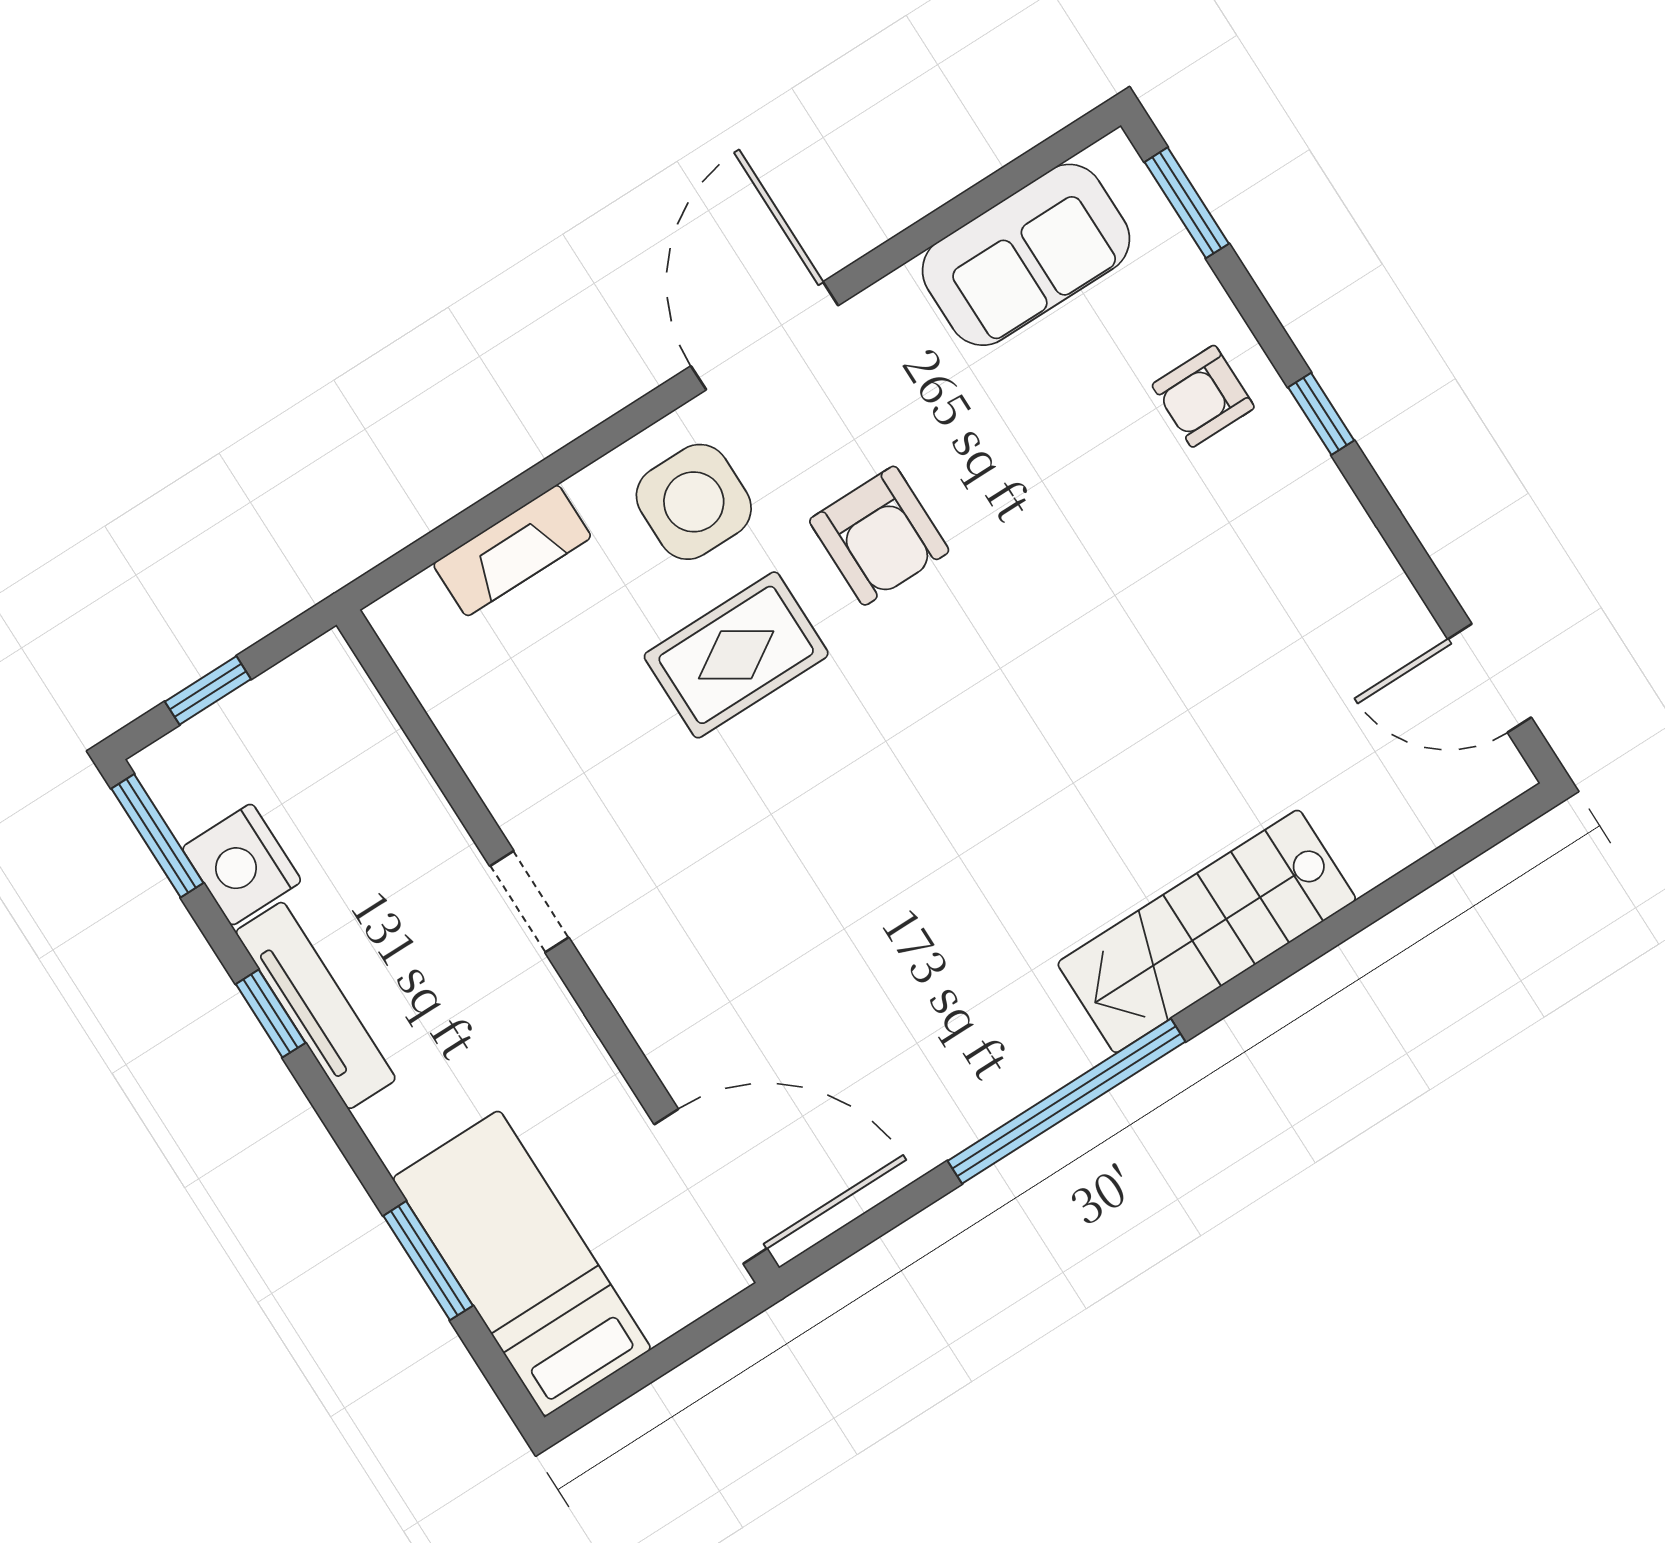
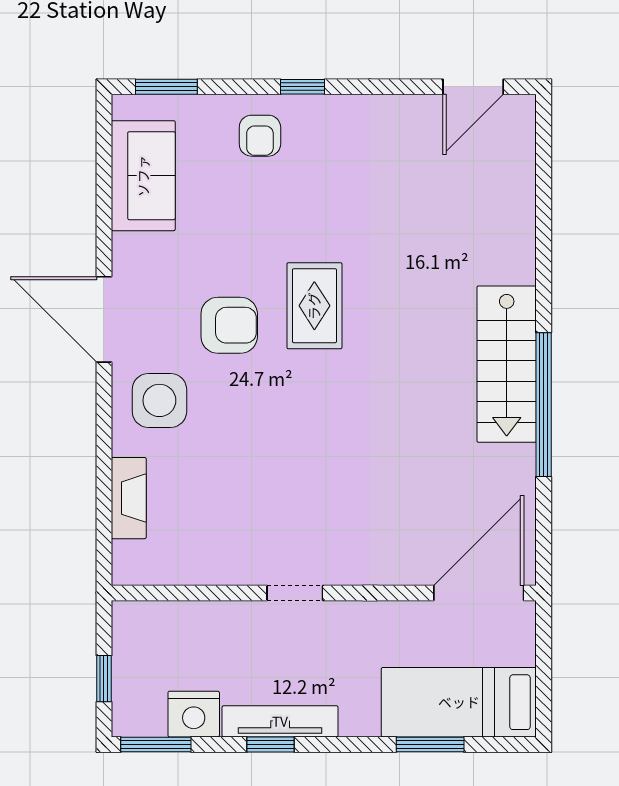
rug: (736, 655) -> (314, 306), moved
stairs: (1207, 931) -> (507, 364), moved

